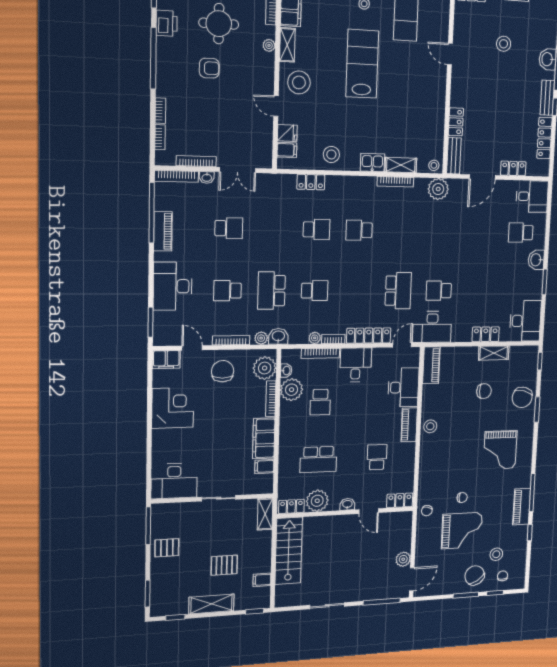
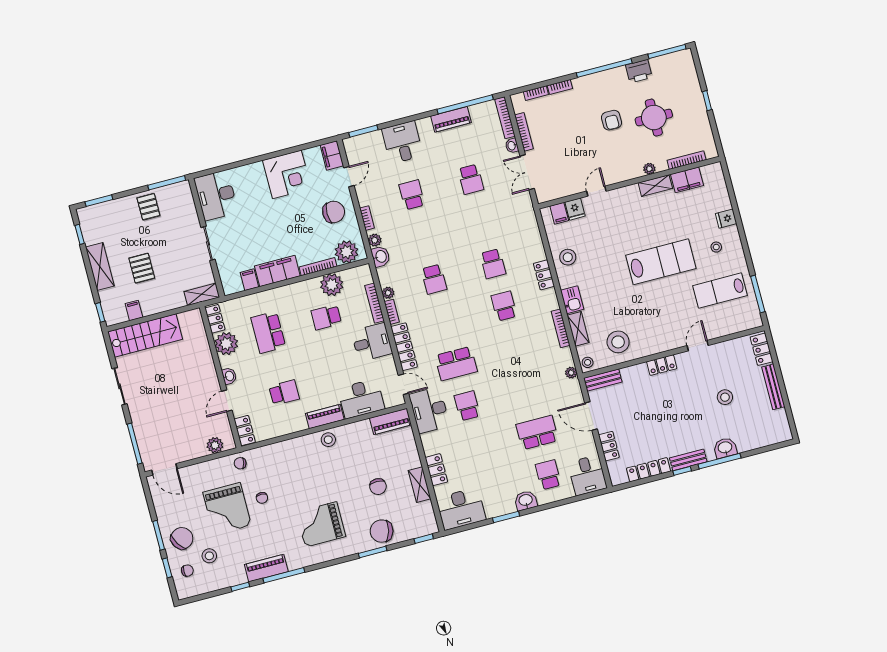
stool: (299, 82) -> (618, 342), moved
locker: (456, 122) -> (662, 365), moved
locker: (311, 182) -> (544, 275), moved
plant: (438, 189) -> (571, 373), width x0.53, depth x0.53
desk: (173, 286) -> (402, 142), width x0.73
school desk: (271, 291) -> (537, 433), moved
bookcase: (231, 340) -> (367, 218), width x0.64
washbasin: (286, 371) -> (349, 274), removed
stairs: (289, 551) -> (145, 335), moved
plant: (403, 559) -> (215, 445), moved

